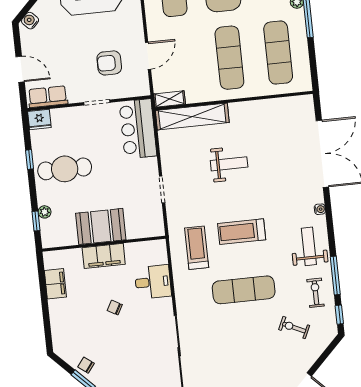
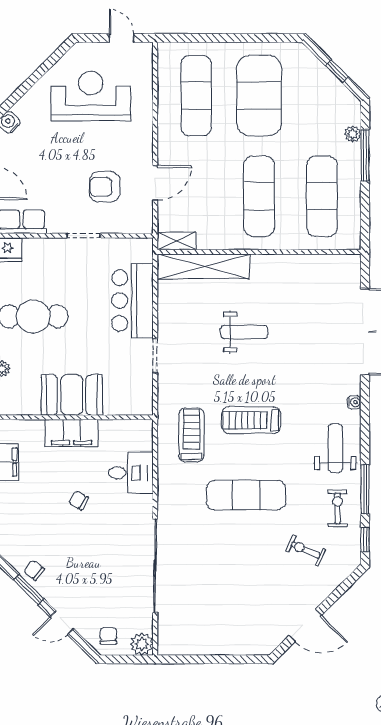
bar counter: (138, 129) -> (132, 301), moved

